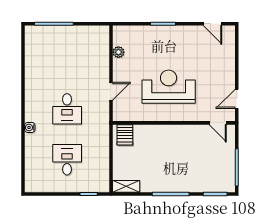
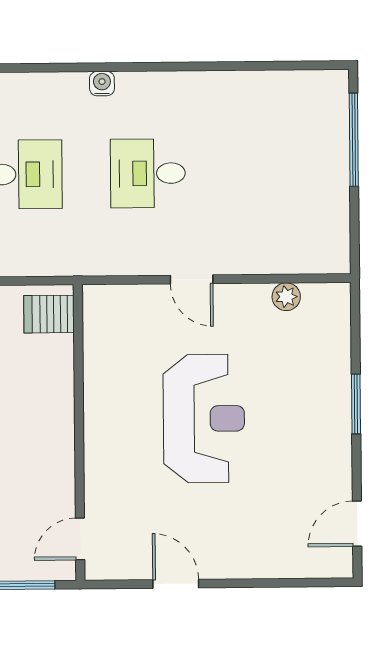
wall: (174, 123) -> (79, 432), moved
door: (218, 123) -> (80, 539), moved
server rack: (125, 135) -> (49, 314), moved

